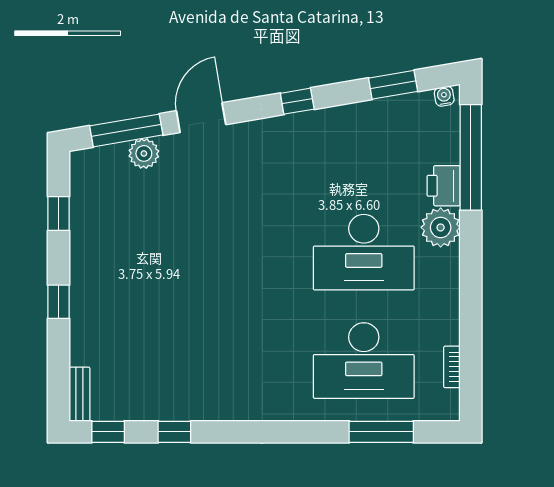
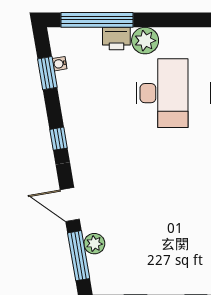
water cooler: (444, 96) -> (60, 64), moved

